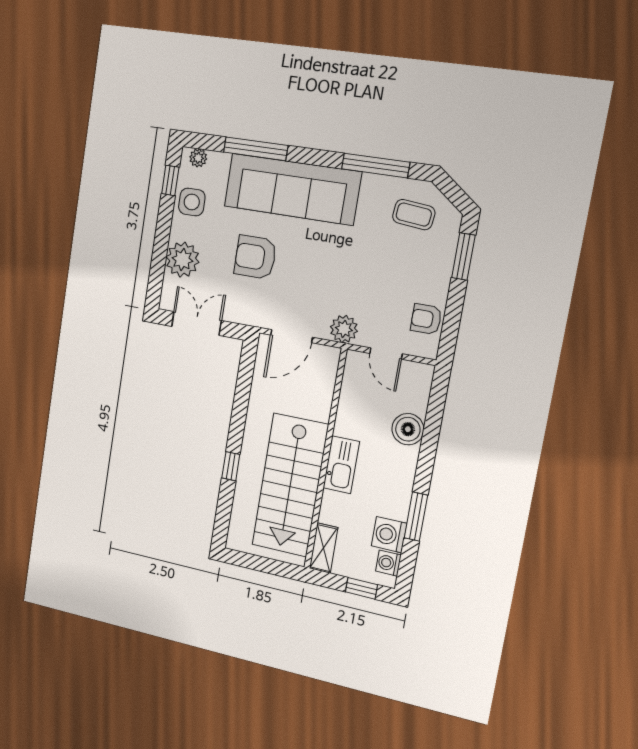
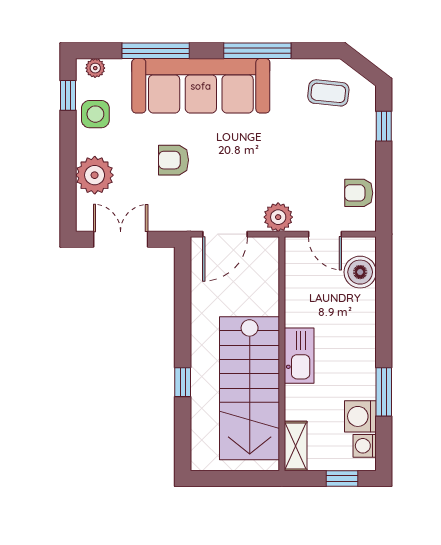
window: (376, 166) -> (257, 51), moved
window: (463, 256) -> (384, 126), width x0.67
armchair: (255, 257) -> (173, 160), width x0.72, depth x0.72
boiler: (408, 429) -> (360, 272), moved

